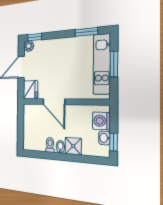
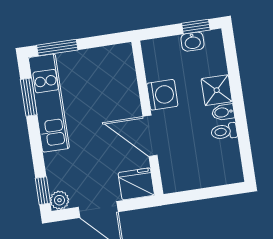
kitchen unit: (102, 64) -> (49, 103), moved, turned -90
window: (114, 64) -> (57, 48), moved
door: (54, 102) -> (150, 136), swing flipped
washing machine: (101, 121) -> (162, 95), moved, turned -90

